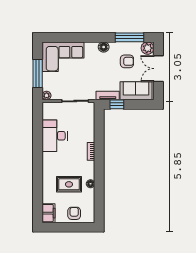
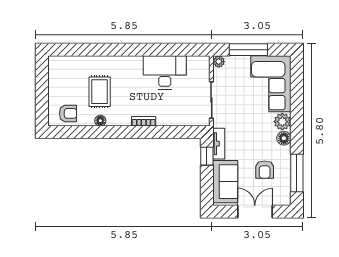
plant: (148, 48) -> (282, 122), moved
filing cabinet: (49, 213) -> (61, 64), removed
armchair: (74, 213) -> (68, 113), moved

